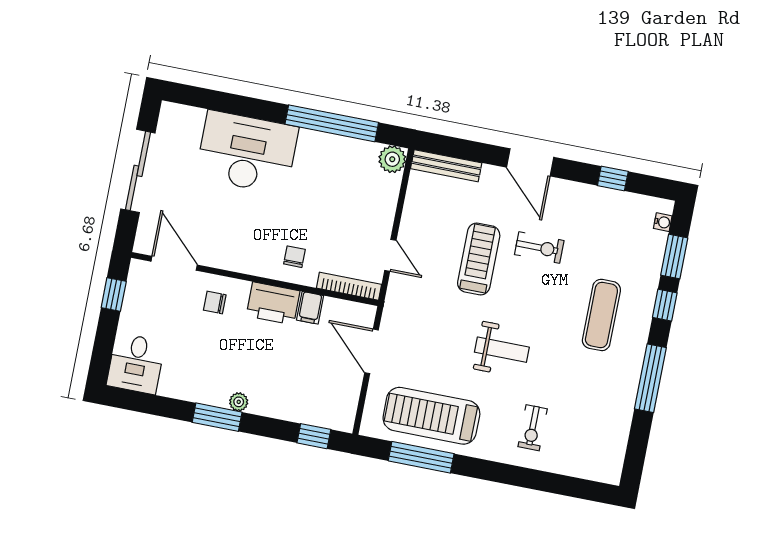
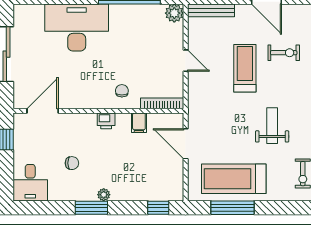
door: (390, 255) -> (186, 61), moved
door: (174, 263) -> (43, 111), hinge flipped
chair: (215, 302) -> (72, 163), moved, turned 180
printer: (273, 303) -> (106, 121), width x0.53, depth x0.68
weight bench: (502, 350) -> (272, 126), turned -90

